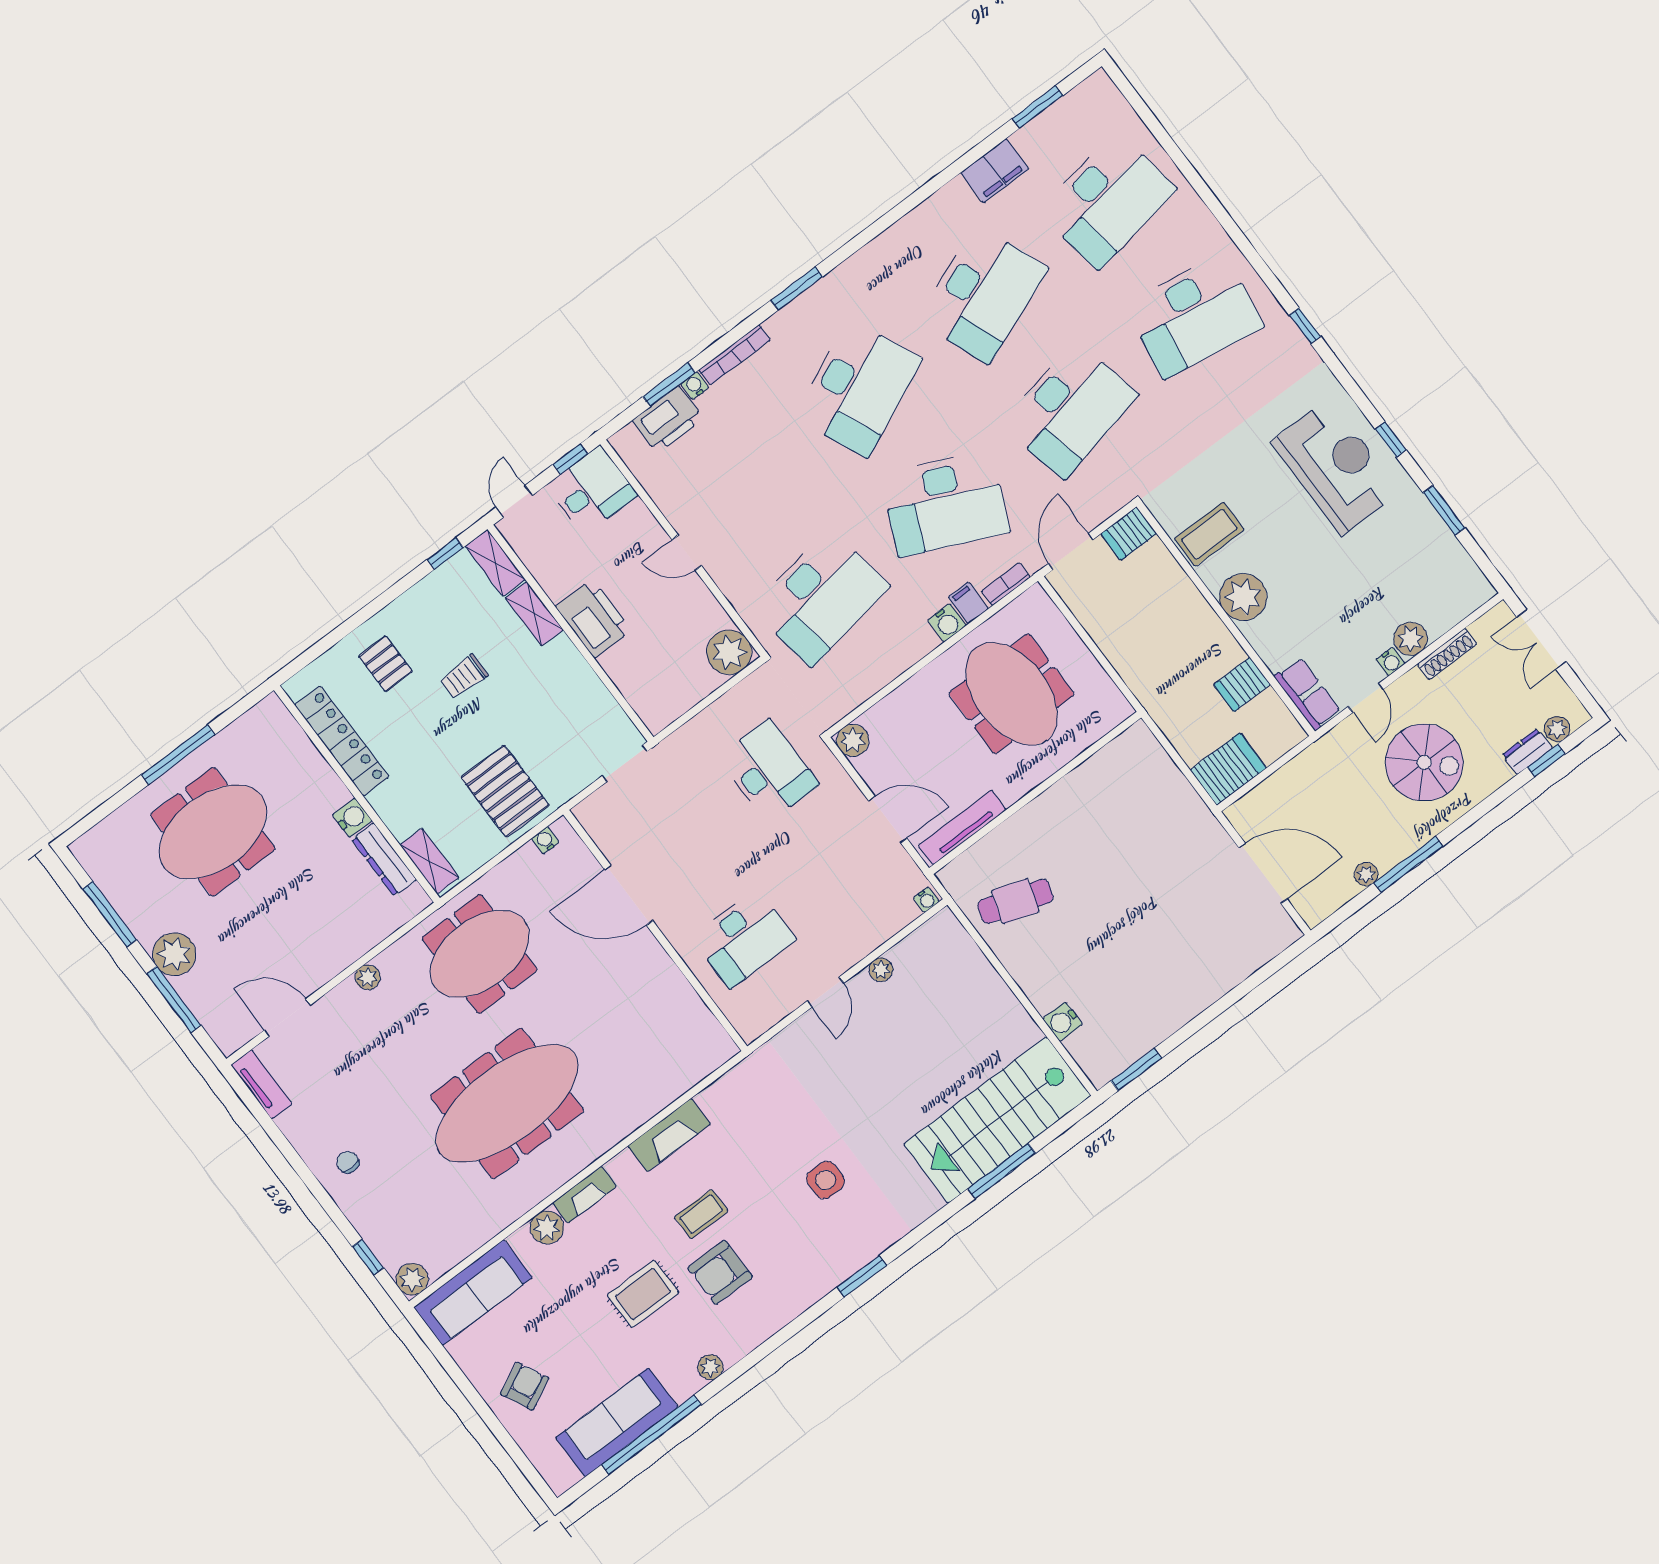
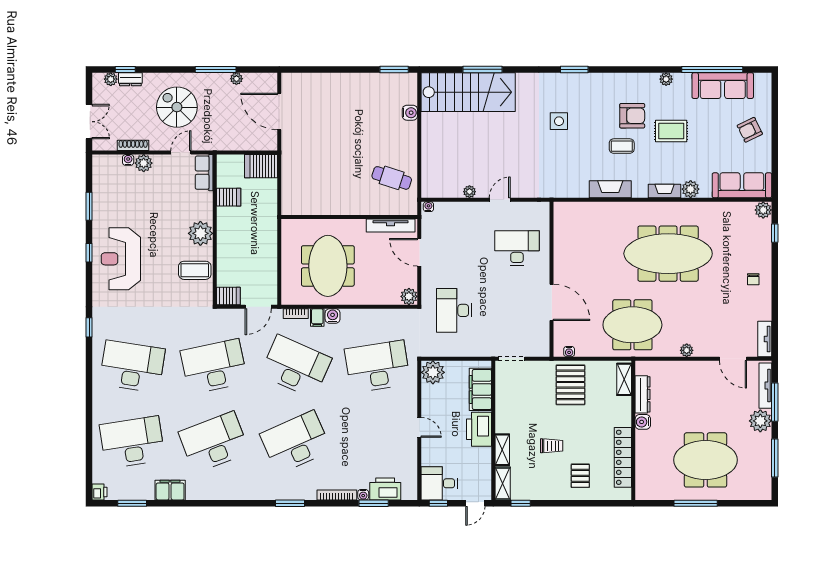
printer: (1100, 87) -> (100, 492), added
water cooler: (1391, 661) -> (128, 160), moved
filing cabinet: (637, 681) -> (480, 389), added
tv unit: (207, 1014) -> (765, 386), added

